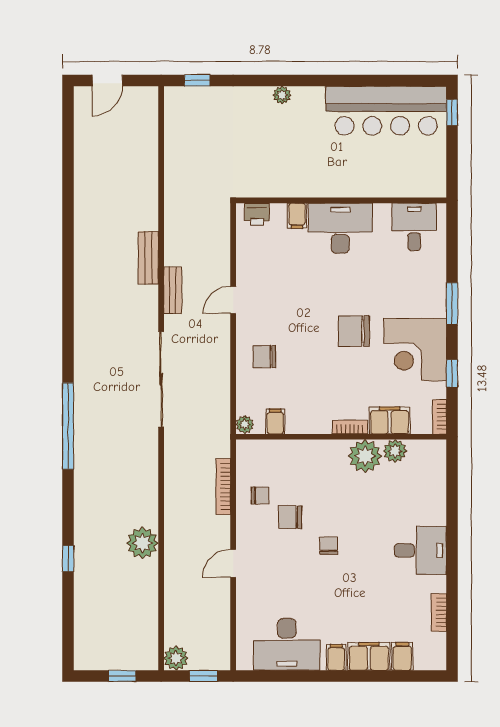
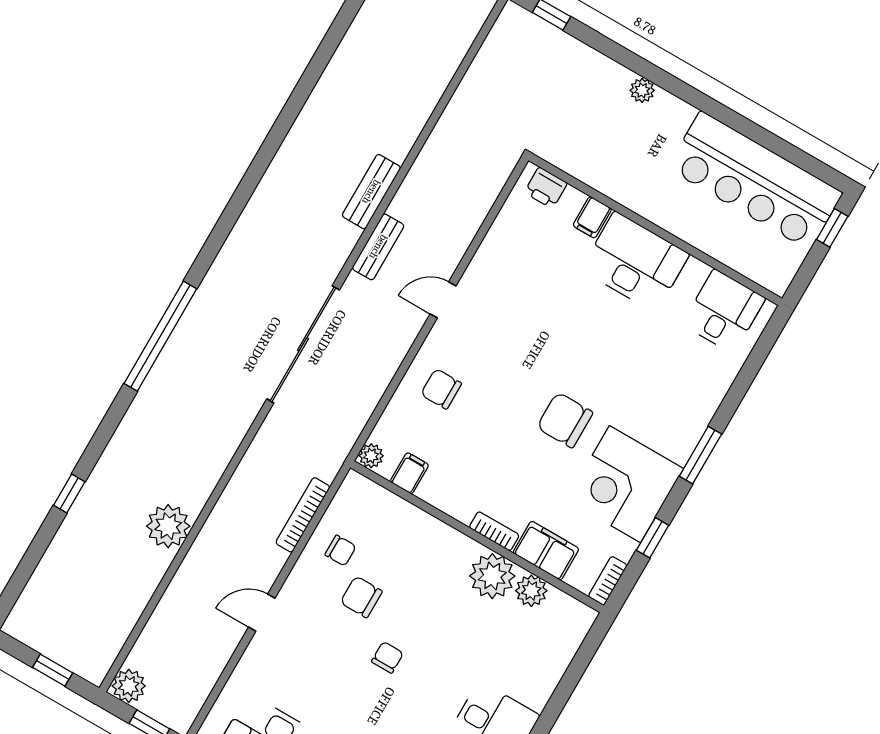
wall: (341, 200) -> (655, 229), moved
printer: (257, 214) -> (546, 188), moved
filing cabinet: (297, 216) -> (592, 217), moved
desk: (414, 227) -> (724, 311), moved
desk: (340, 228) -> (635, 262), moved

